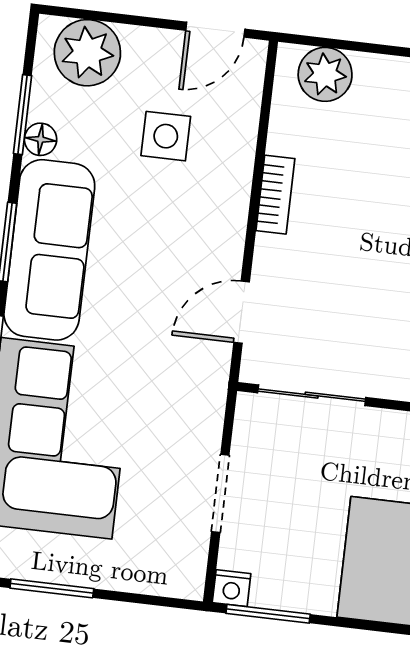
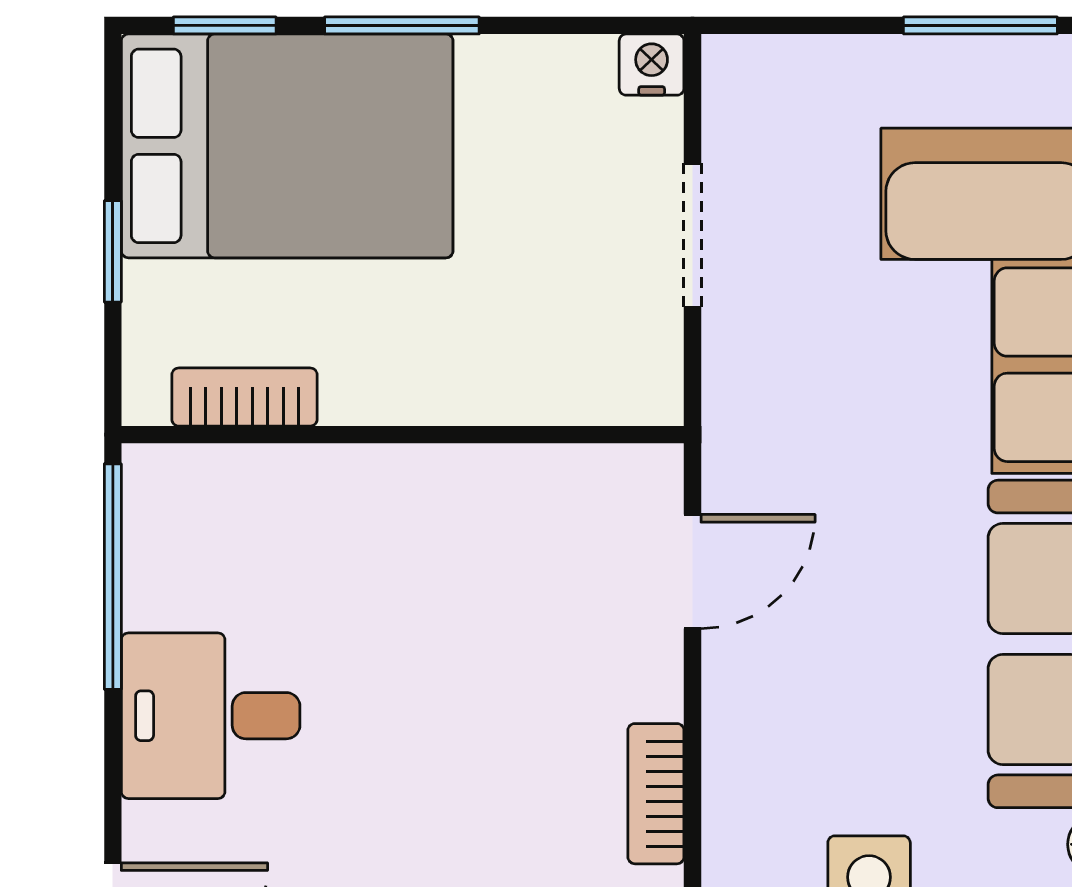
sliding door: (312, 395) -> (547, 435), removed
window: (268, 614) -> (402, 25), moved

